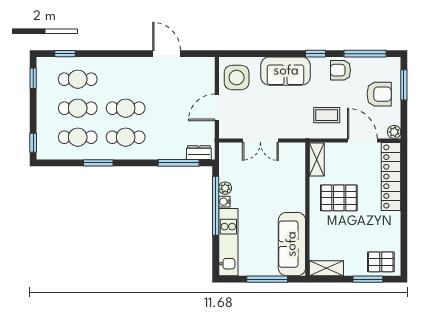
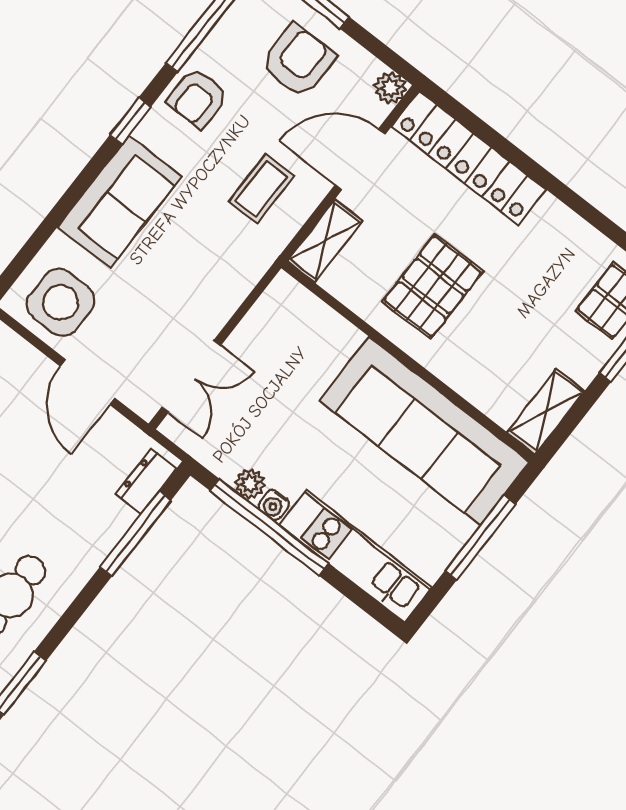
double door: (260, 140) -> (191, 376), moved
shelving: (317, 159) -> (325, 241), moved, turned 90
sofa: (292, 244) -> (424, 431), width x1.36, depth x1.27

